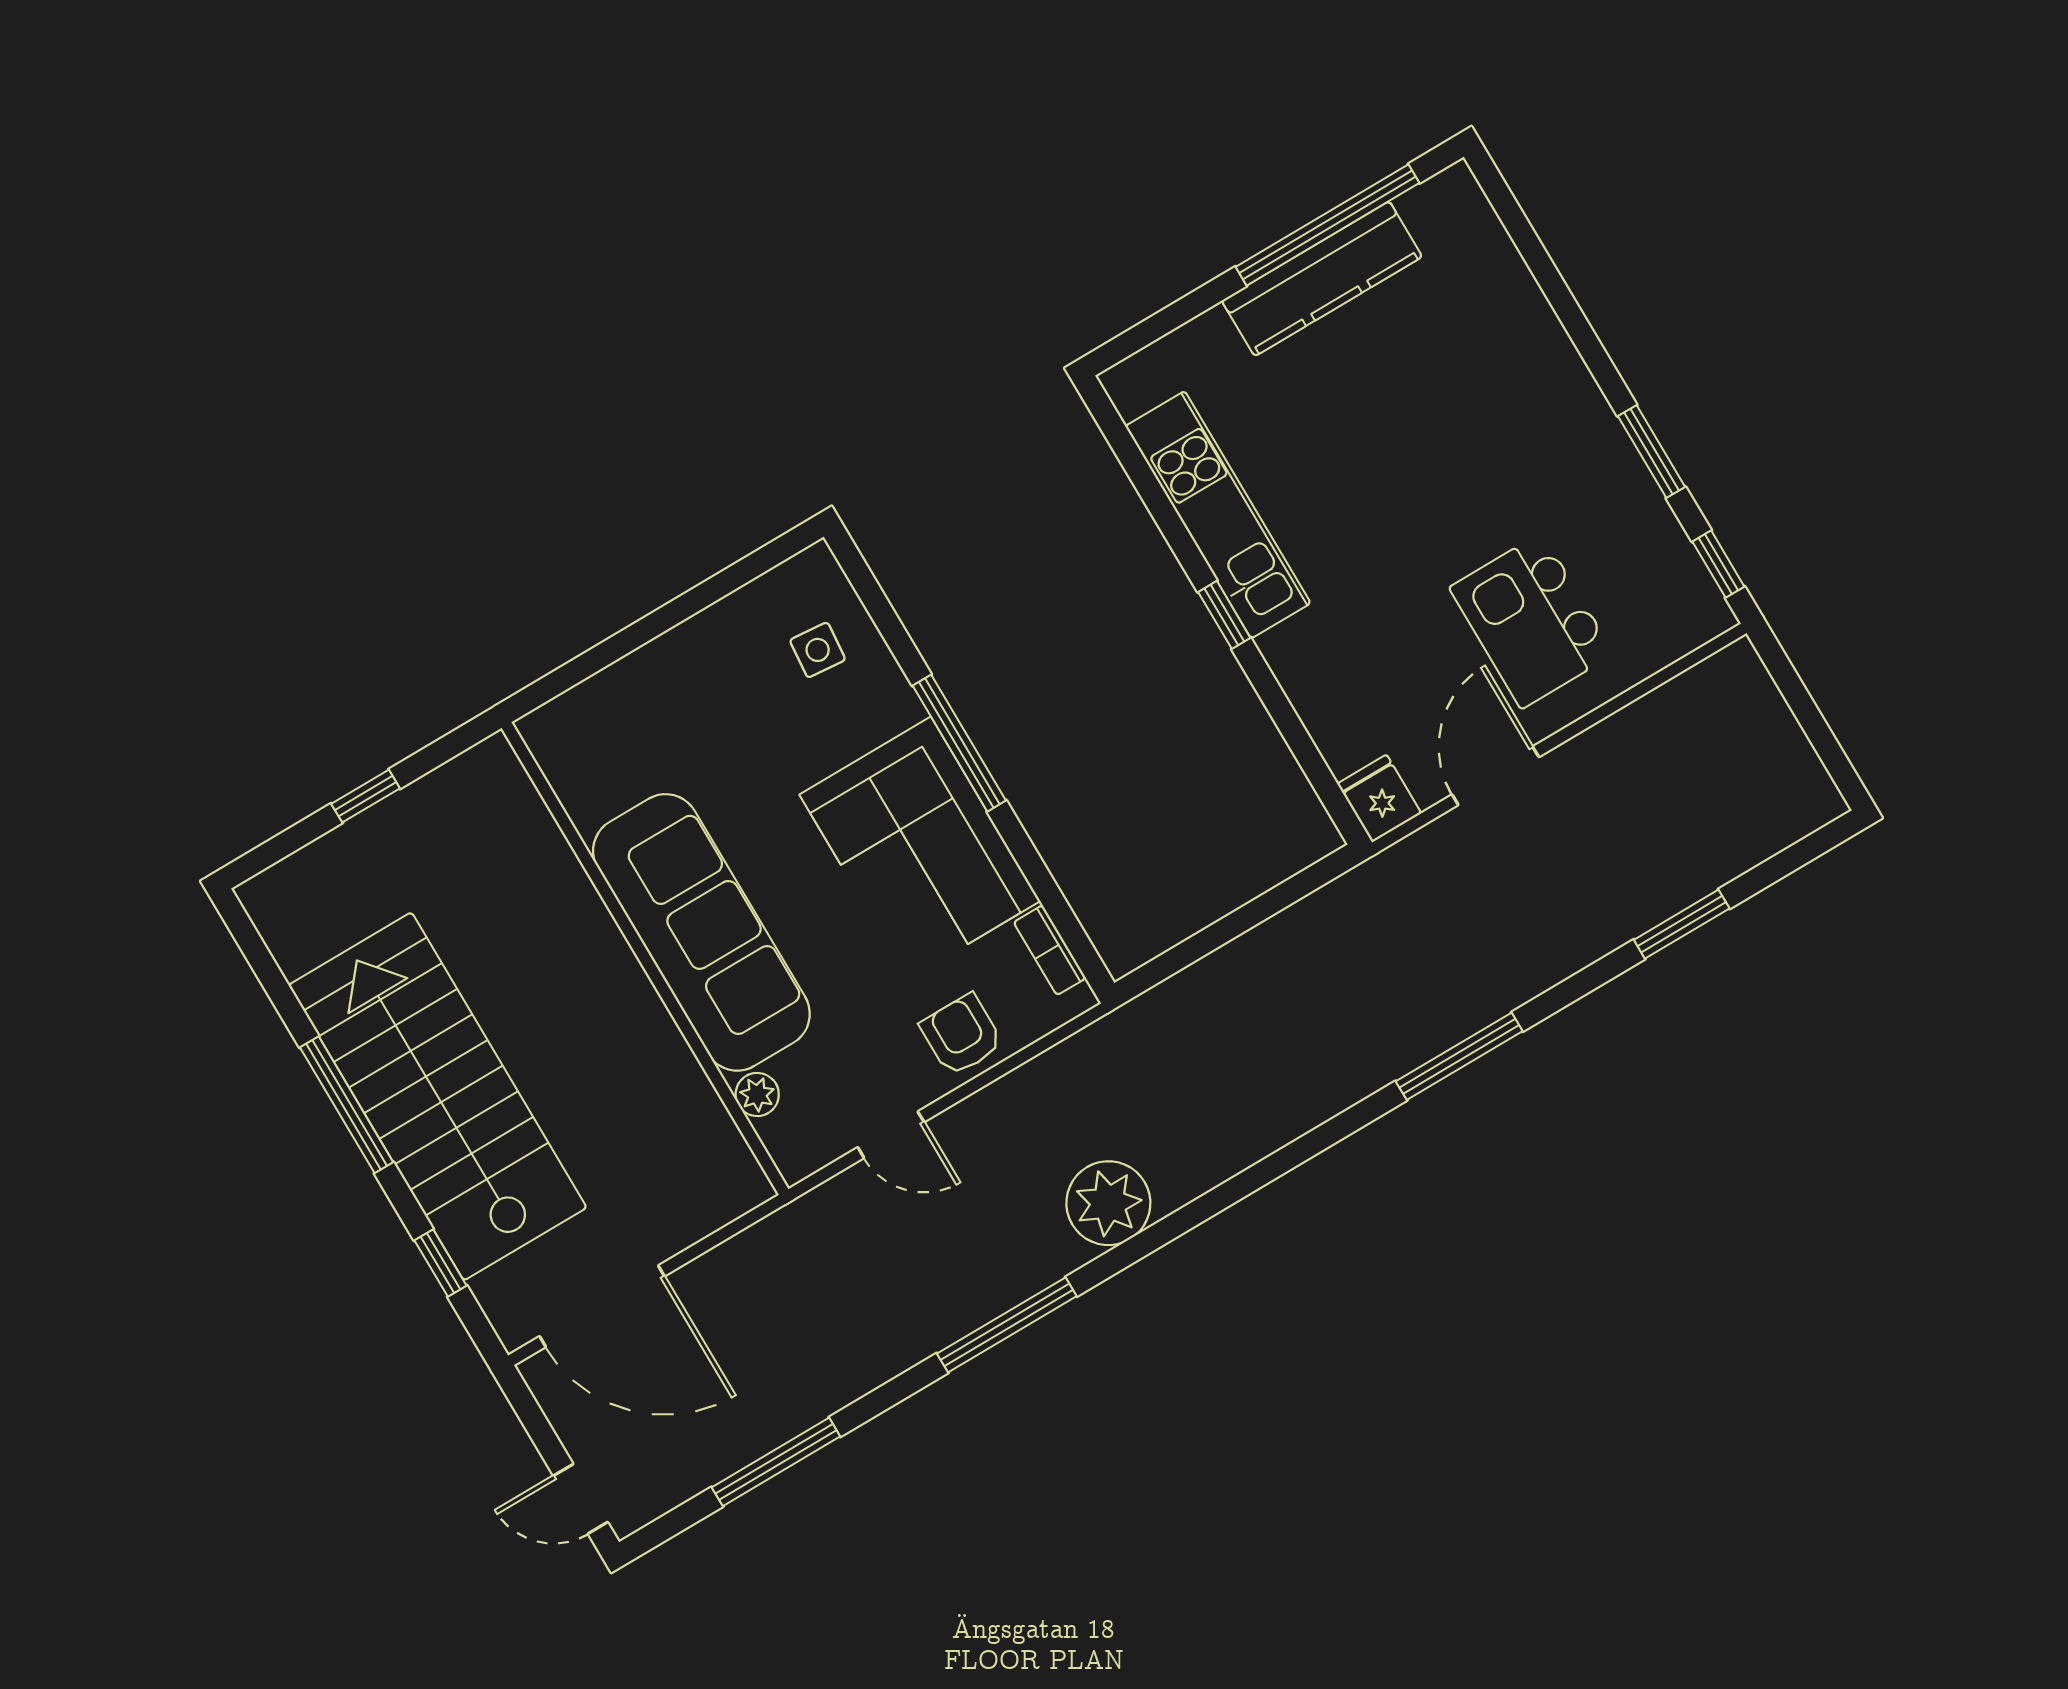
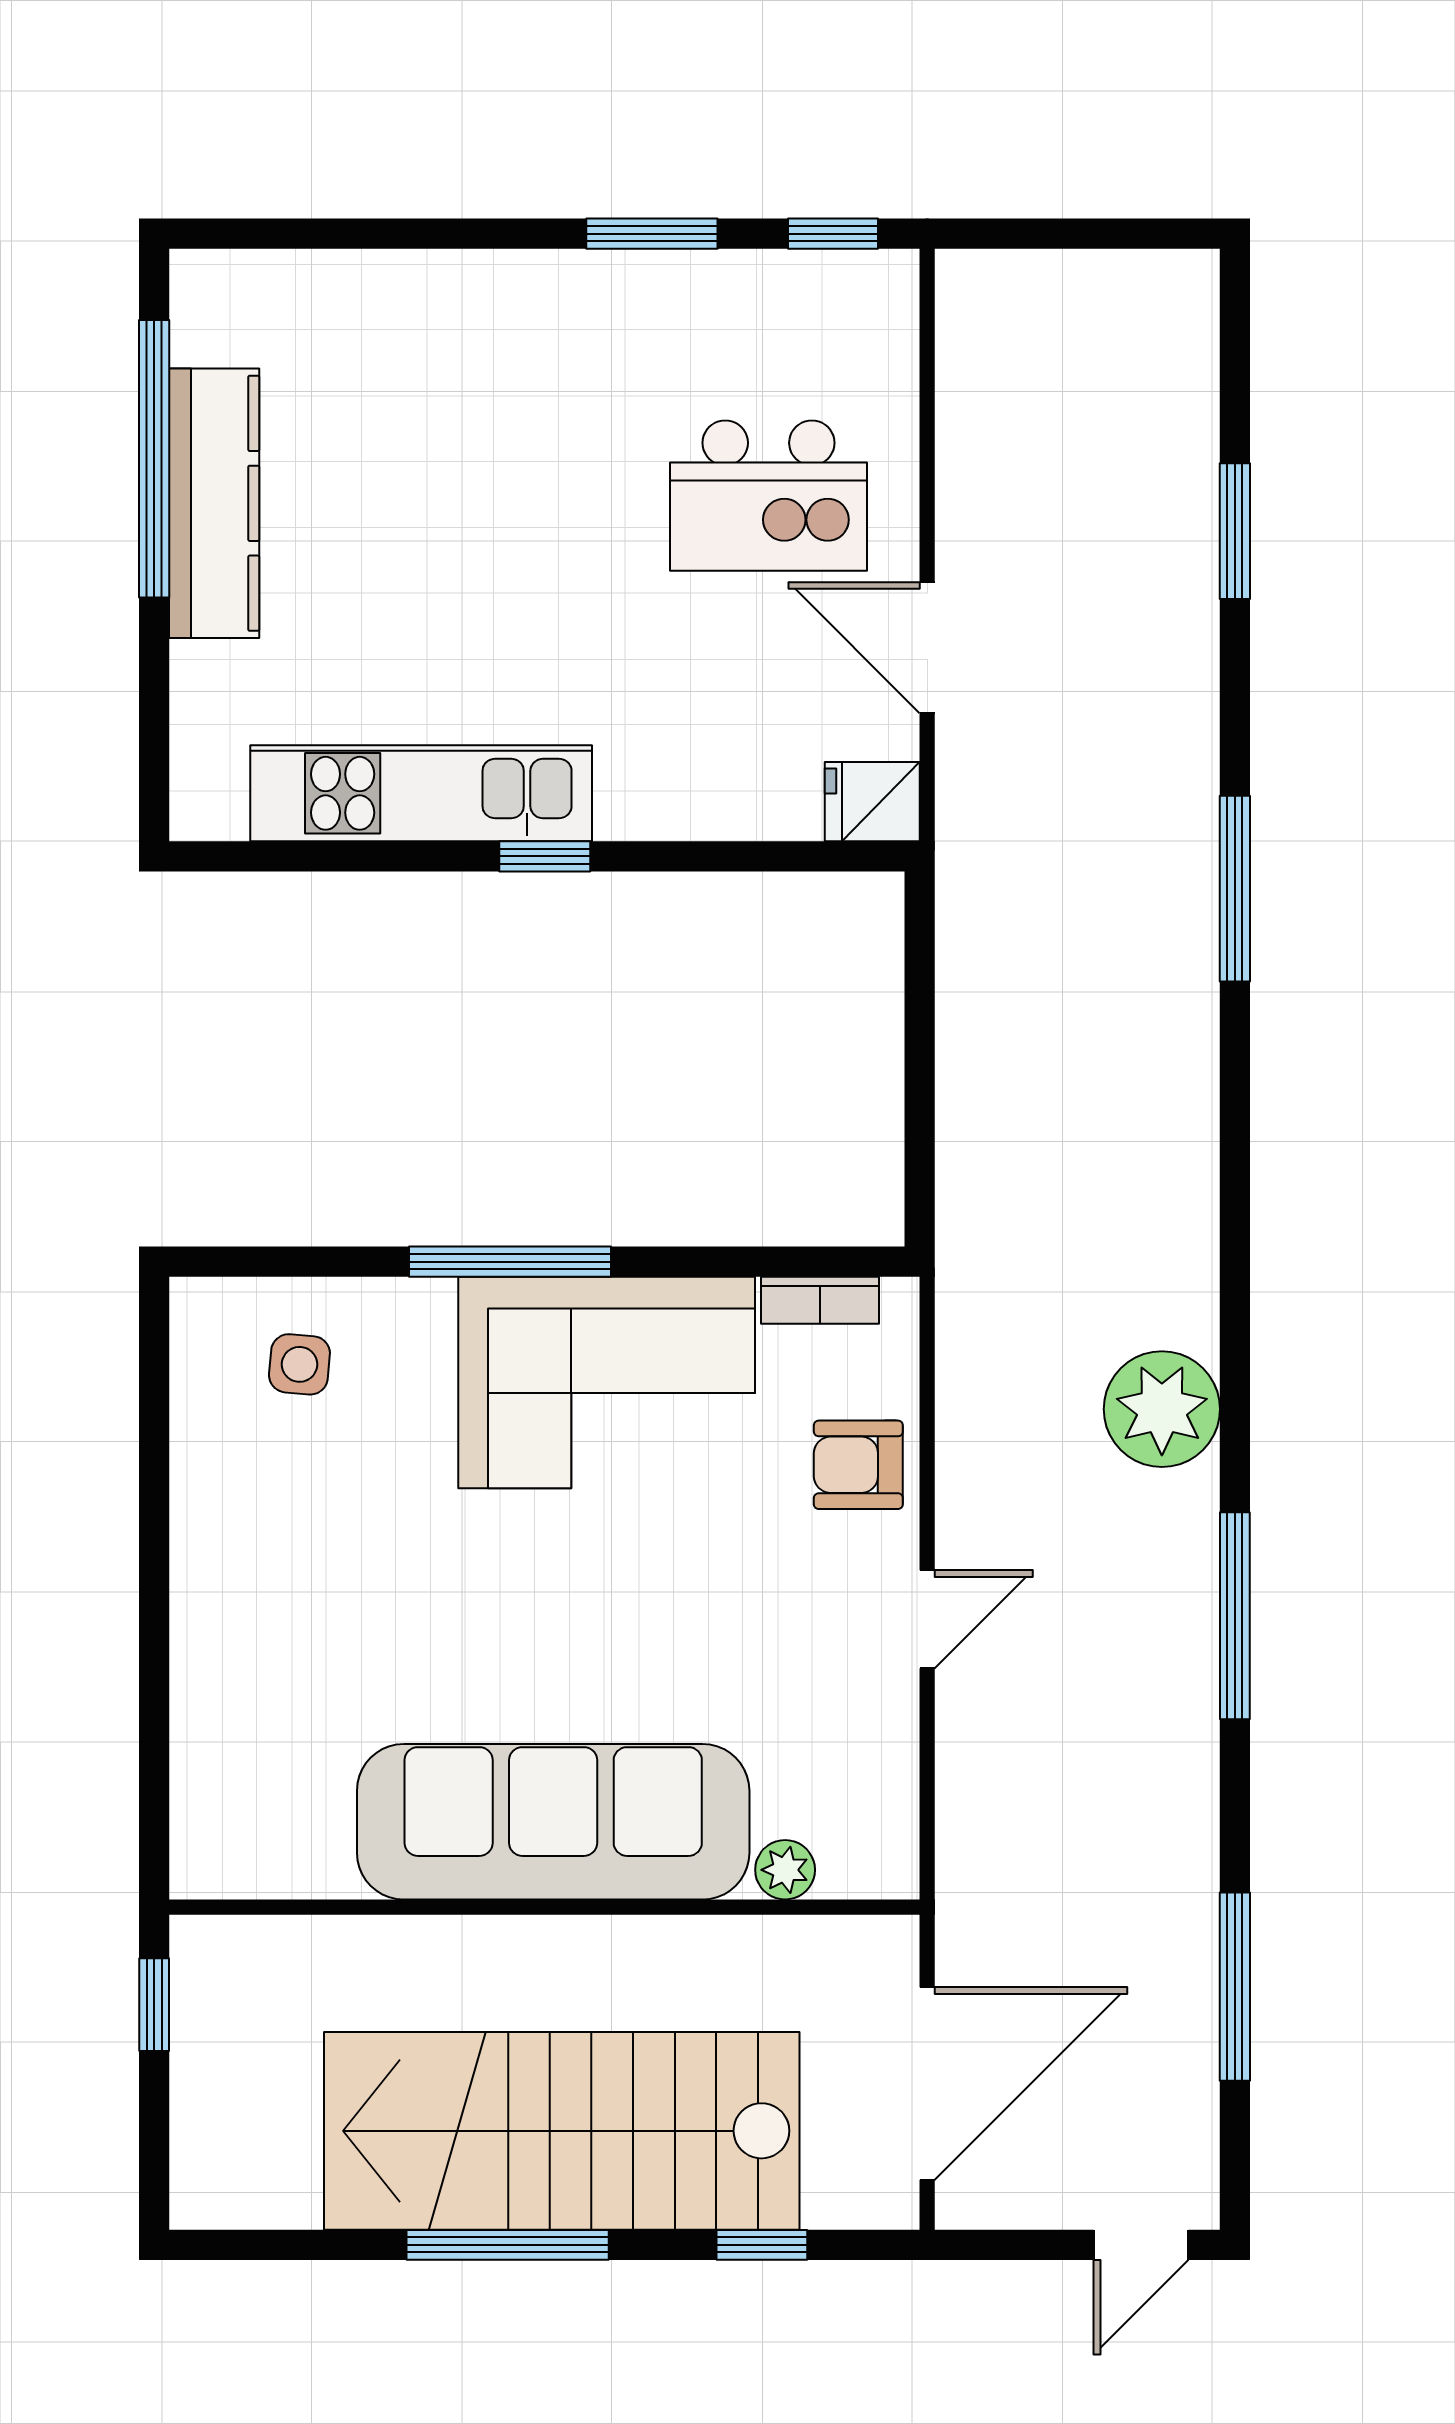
sofa: (701, 932) -> (553, 1822), moved
wall: (645, 959) -> (544, 1907), moved
plant: (757, 1095) -> (785, 1870), moved

